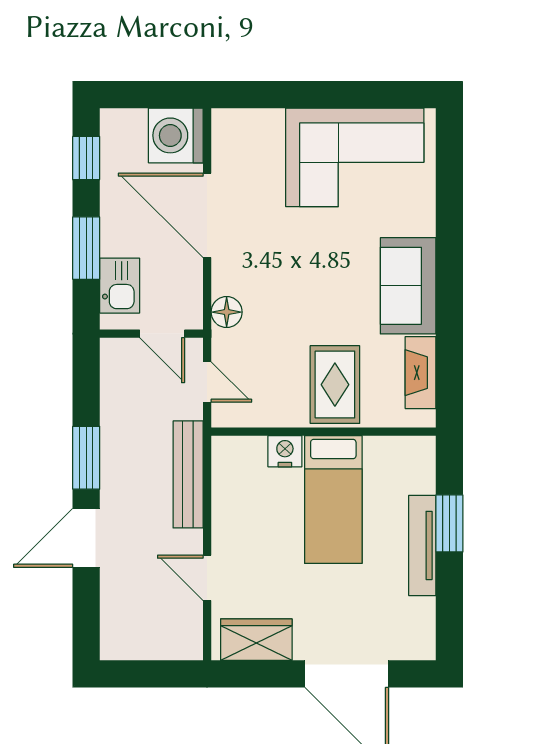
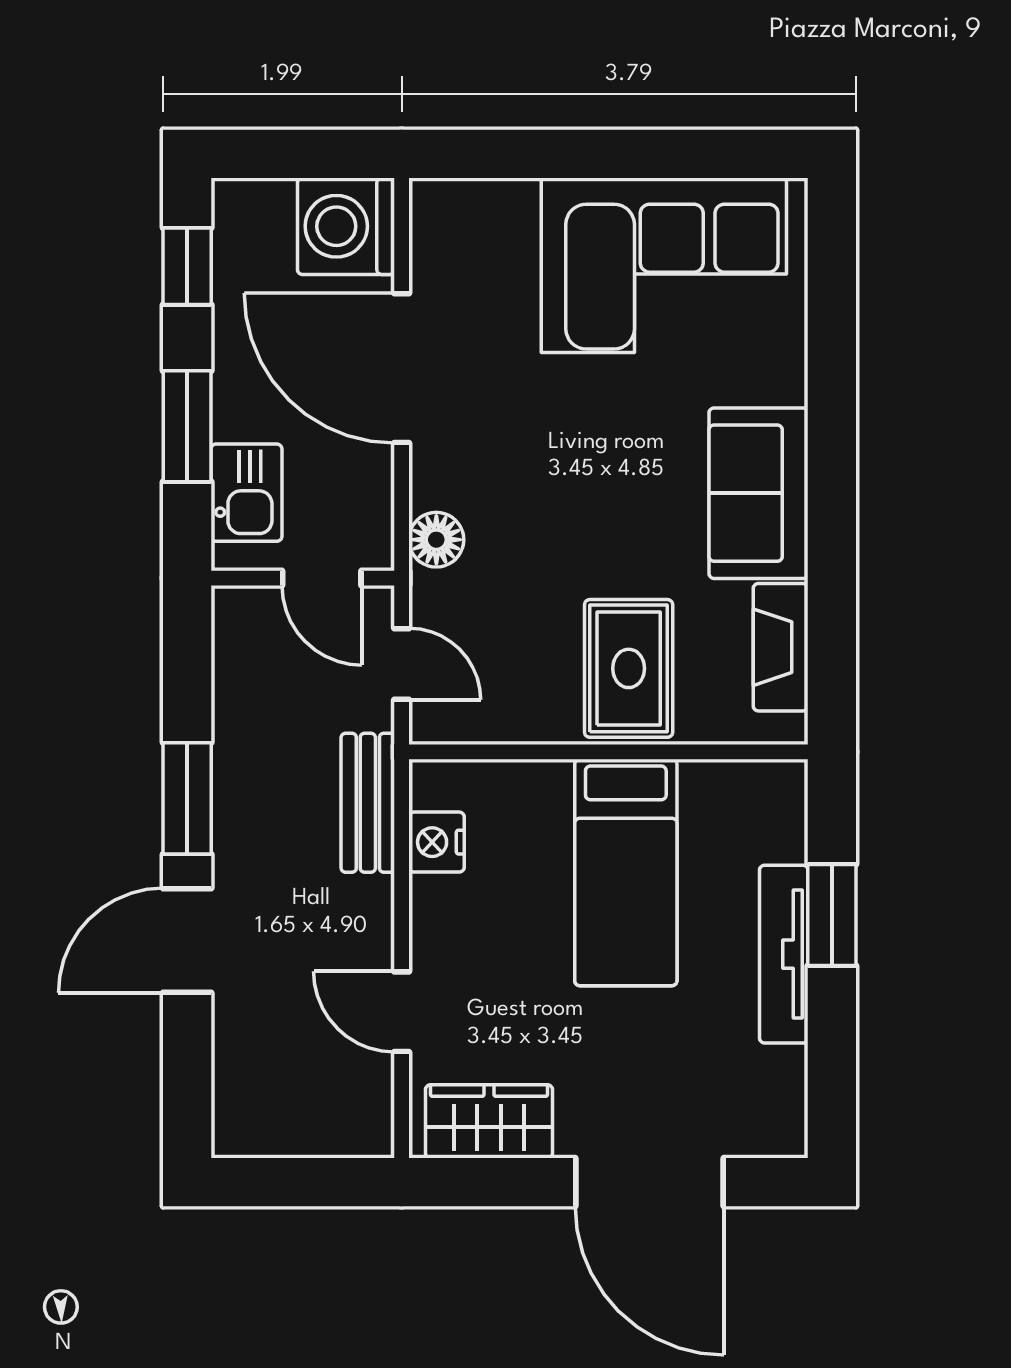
nightstand: (285, 451) -> (437, 842), moved, turned -90
bench: (188, 474) -> (368, 803), width x0.73

